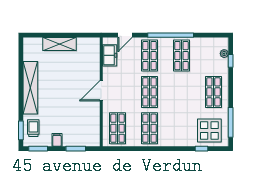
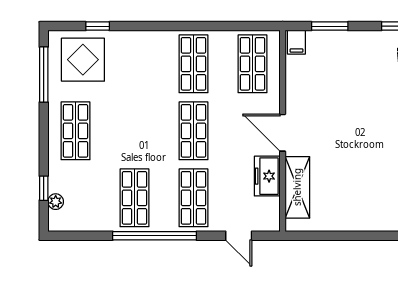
door: (125, 35) -> (239, 236), swing flipped
shelving: (59, 44) -> (297, 187), moved, turned 90
freezer: (110, 55) -> (267, 176), moved
door: (101, 91) -> (283, 133), swing flipped
filing cabinet: (57, 140) -> (296, 42), moved

